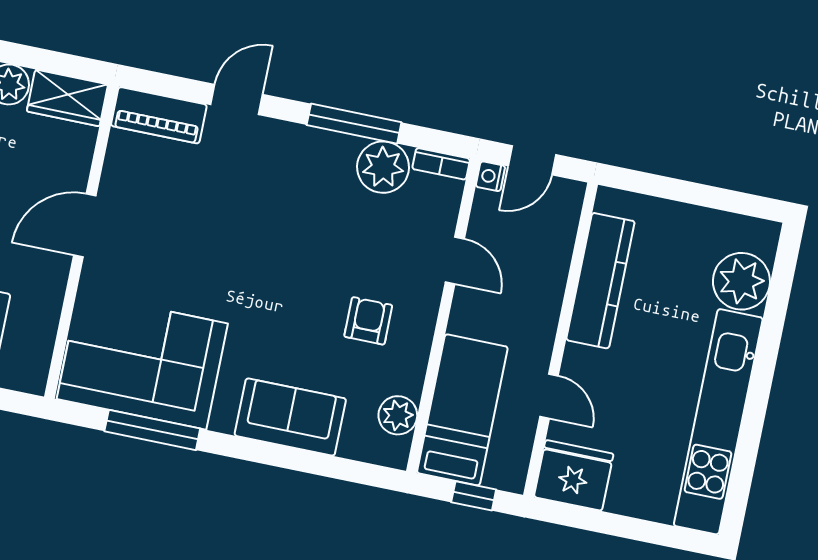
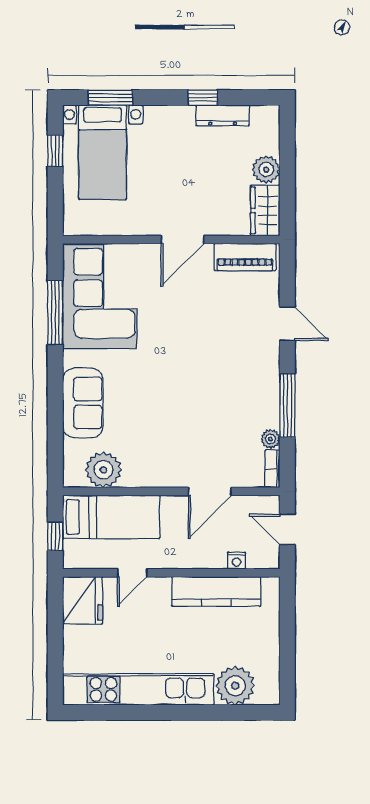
piano: (159, 115) -> (245, 257), moved, turned -90
plant: (383, 167) -> (271, 439), width x0.53, depth x0.53
nightstand: (490, 176) -> (237, 561), moved, turned 180
door: (85, 226) -> (182, 240), swing flipped
door: (455, 260) -> (210, 491), width x1.38
armchair: (368, 321) -> (158, 442), removed
plant: (398, 415) -> (103, 470), width x1.36, depth x1.36

